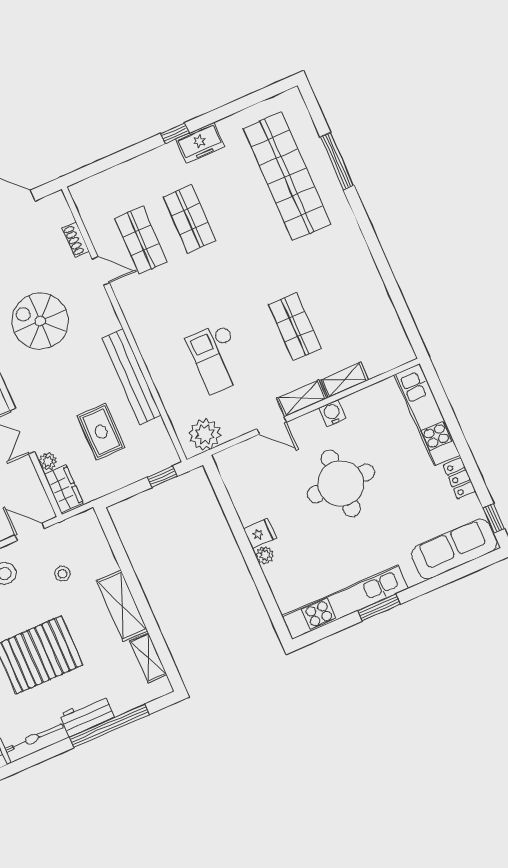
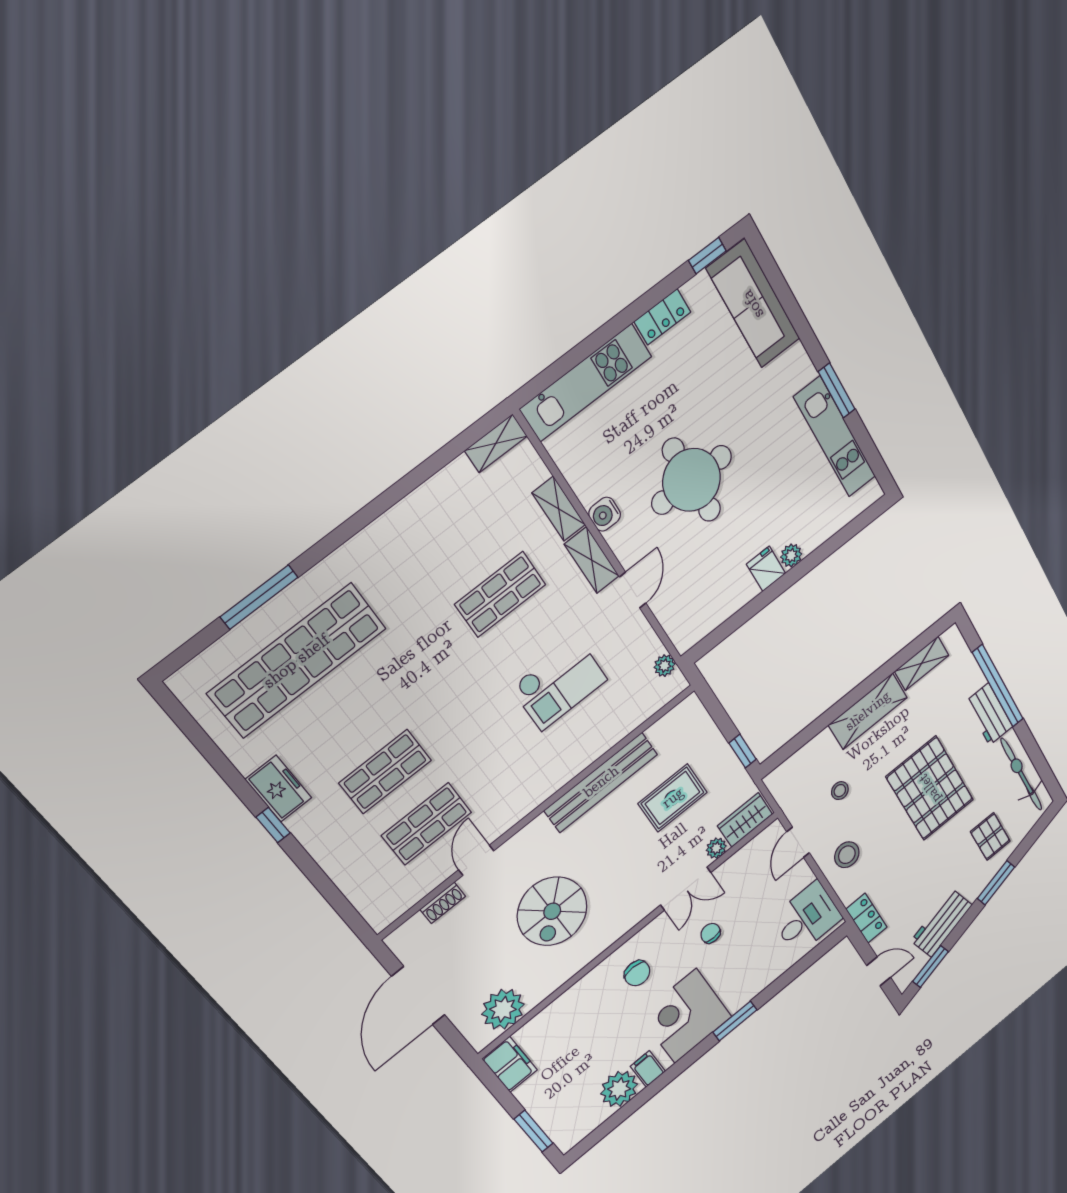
shelving: (400, 343) -> (496, 443), added
plant: (205, 434) -> (664, 666), width x0.53, depth x0.53
window: (162, 477) -> (743, 751), moved
kitchen unit: (345, 602) -> (835, 437), width x0.73

